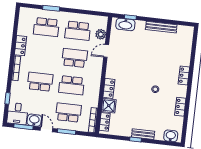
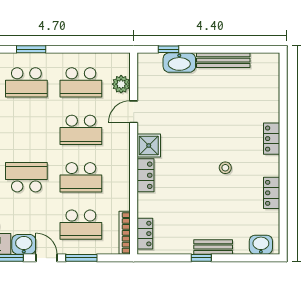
washbasin: (125, 24) -> (179, 63), moved
school desk: (75, 58) -> (81, 130), turned 180
shower: (109, 106) -> (149, 146), moved
school desk: (68, 113) -> (81, 225), turned 180

